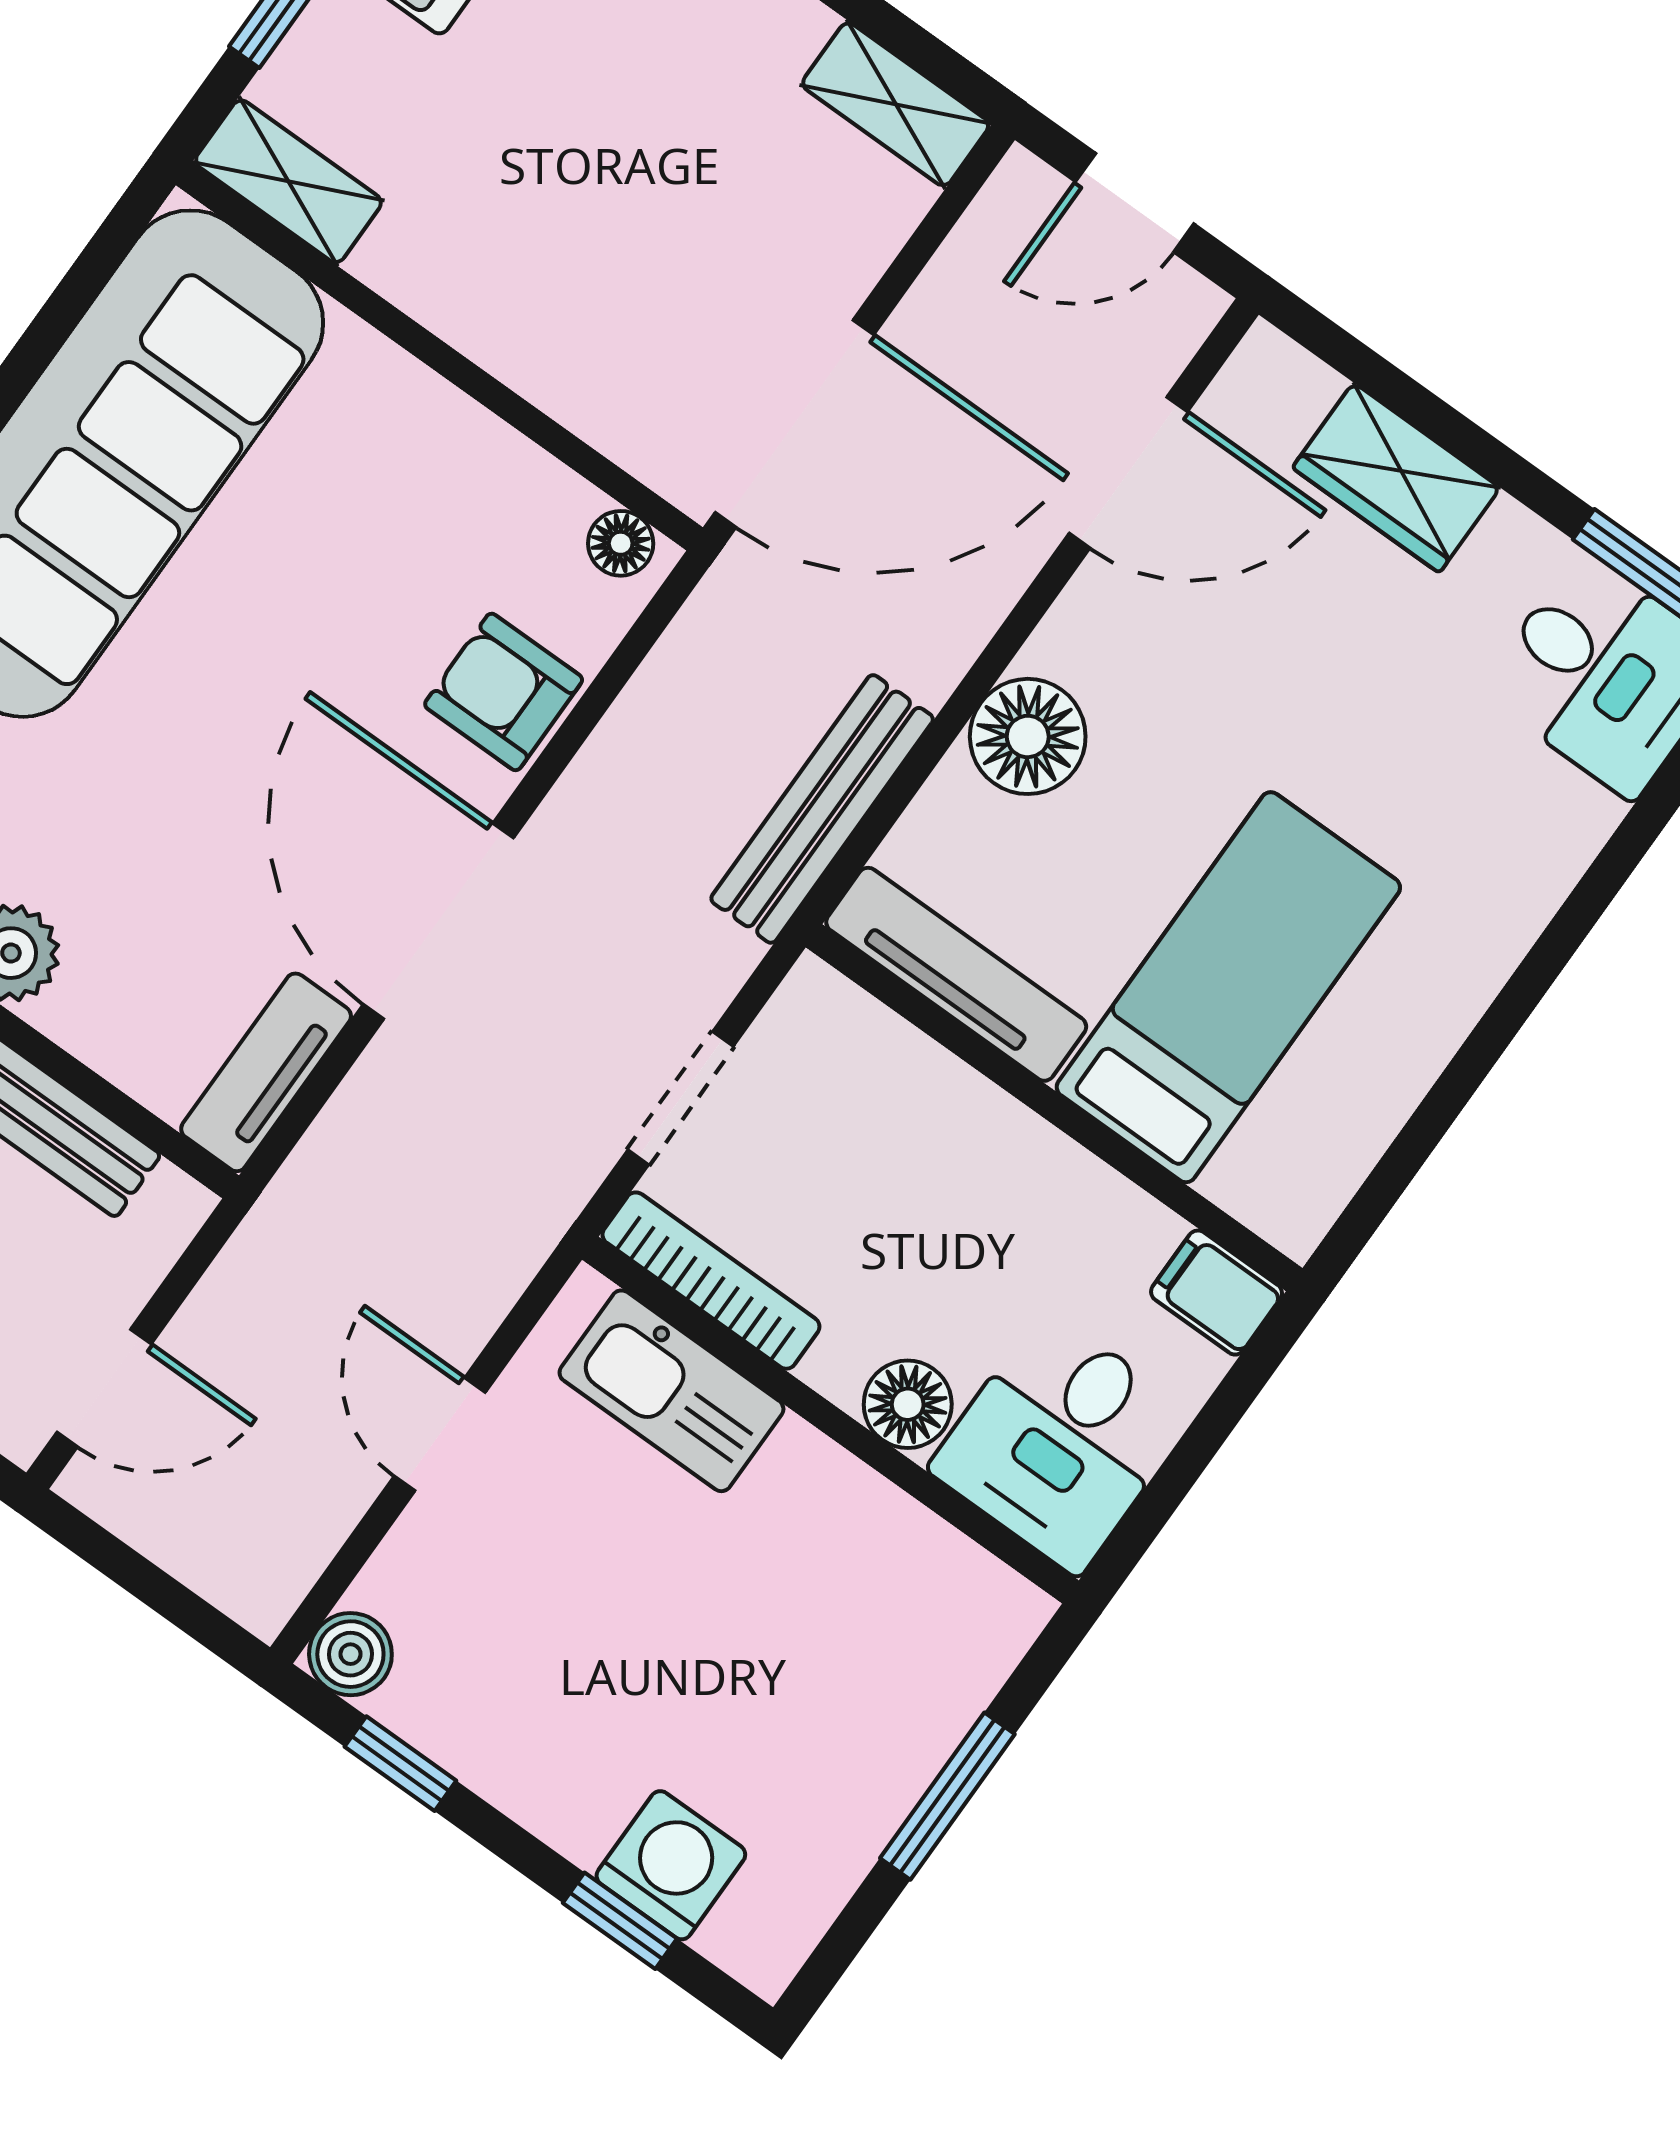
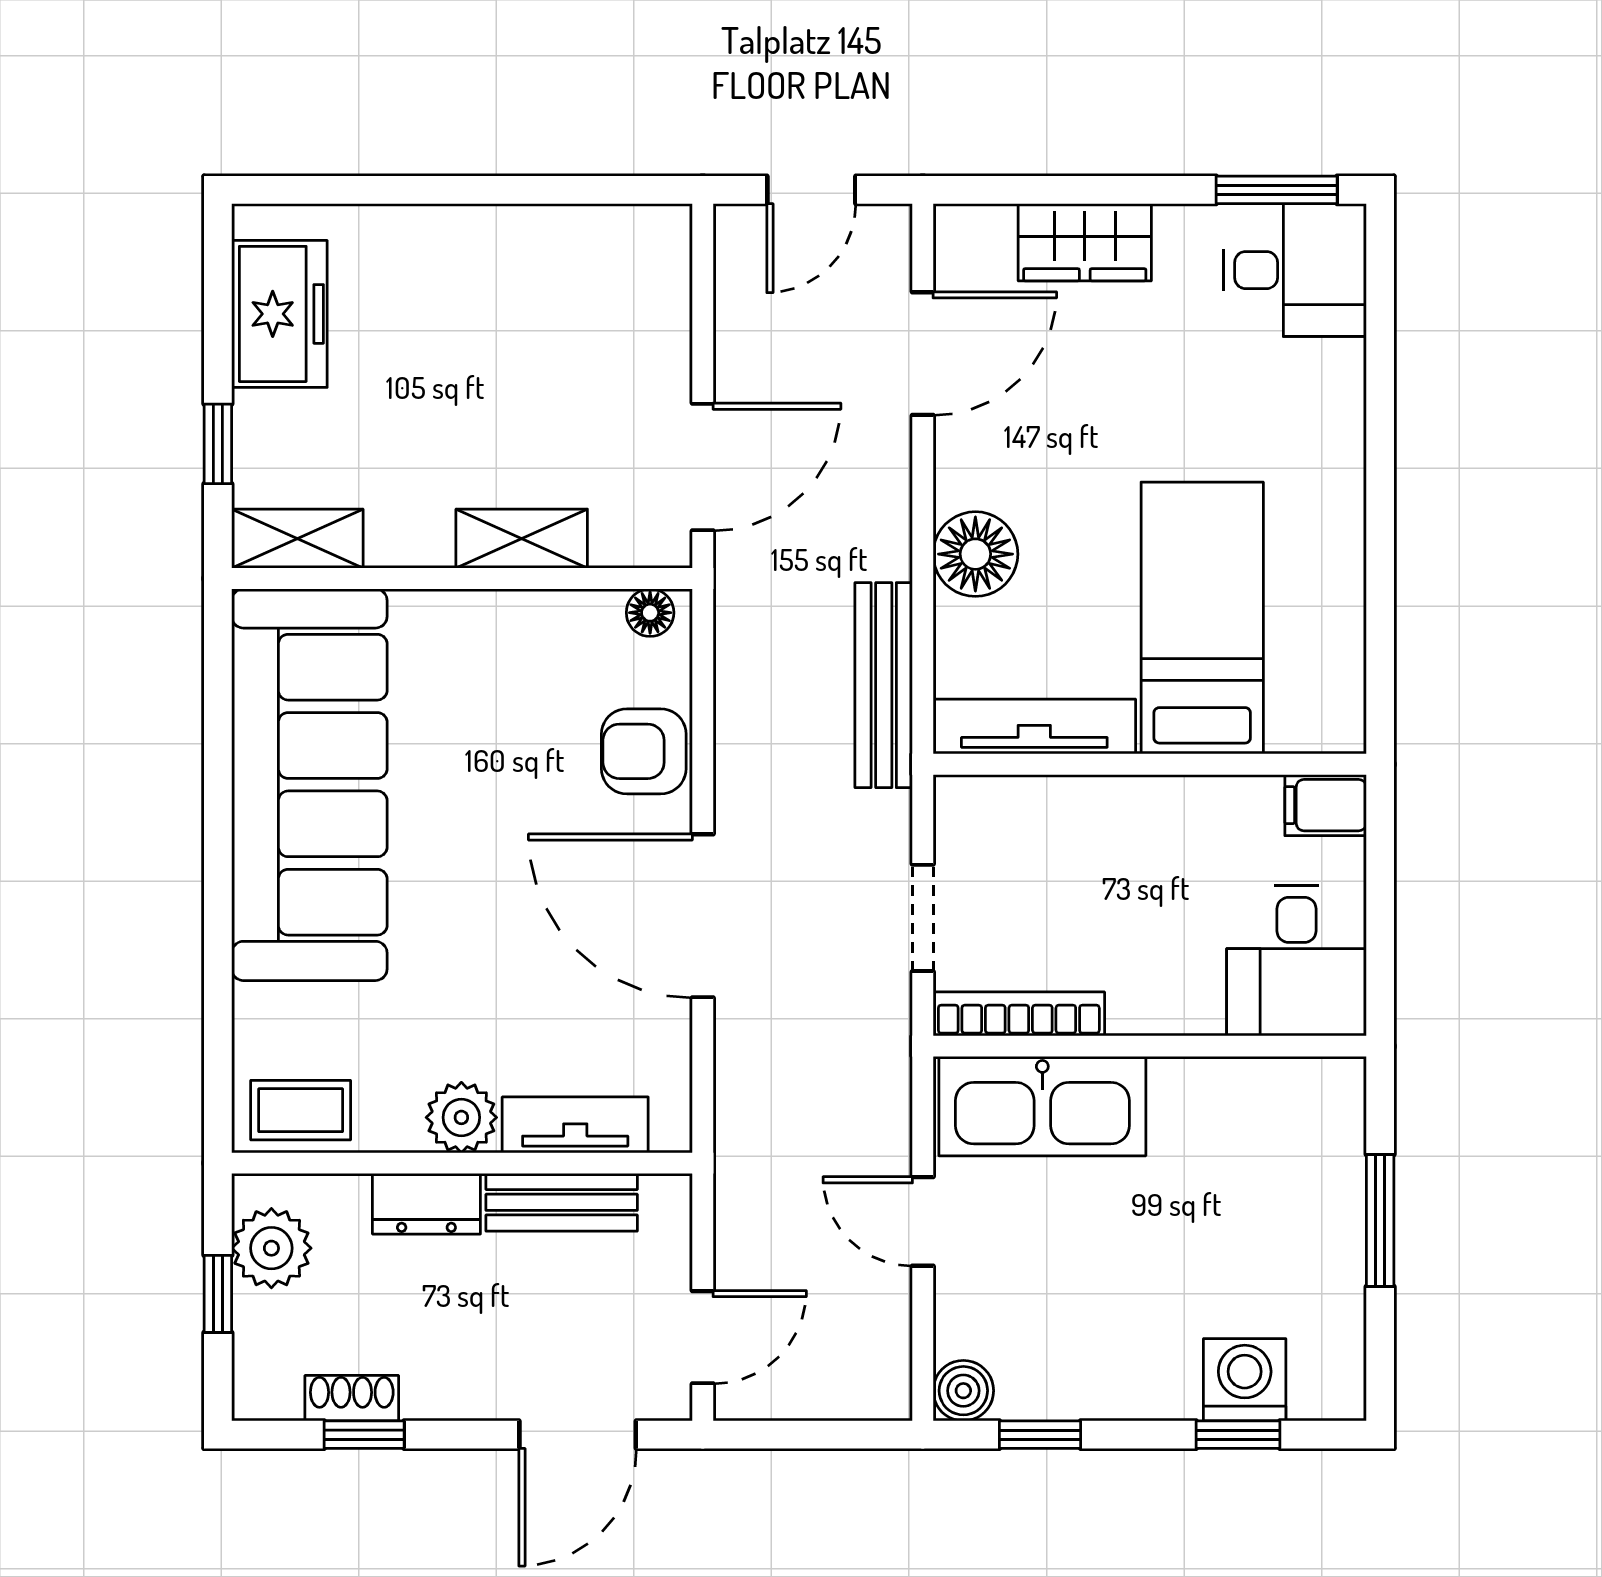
shelving: (896, 104) -> (522, 539), moved
door: (795, 424) -> (703, 467), width x0.73
tv unit: (266, 1072) -> (575, 1125), moved, turned 90
kitchen sink: (671, 1391) -> (1042, 1106), width x1.36, depth x1.24
floor lamp: (908, 1404) -> (1189, 1004), removed

